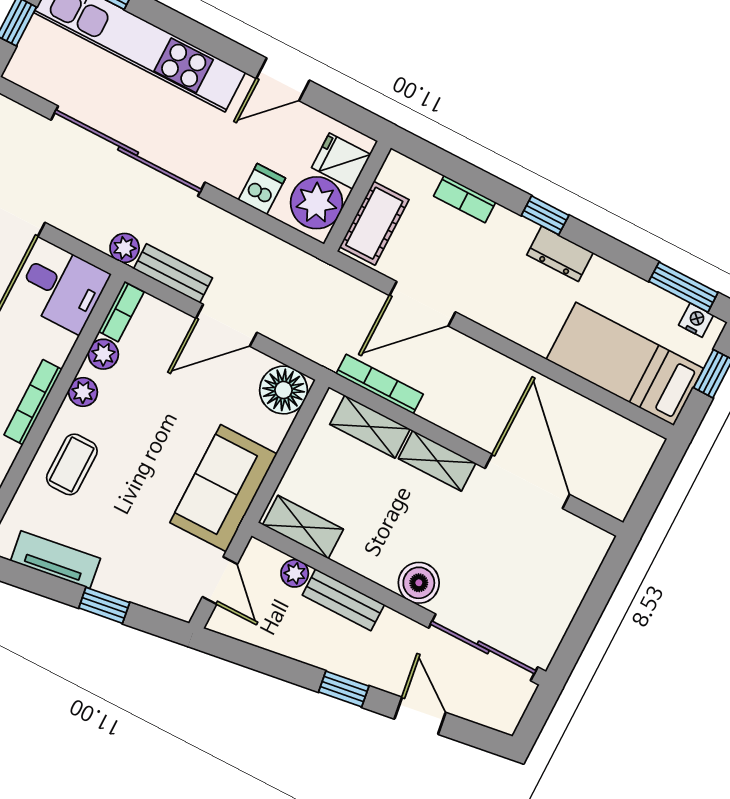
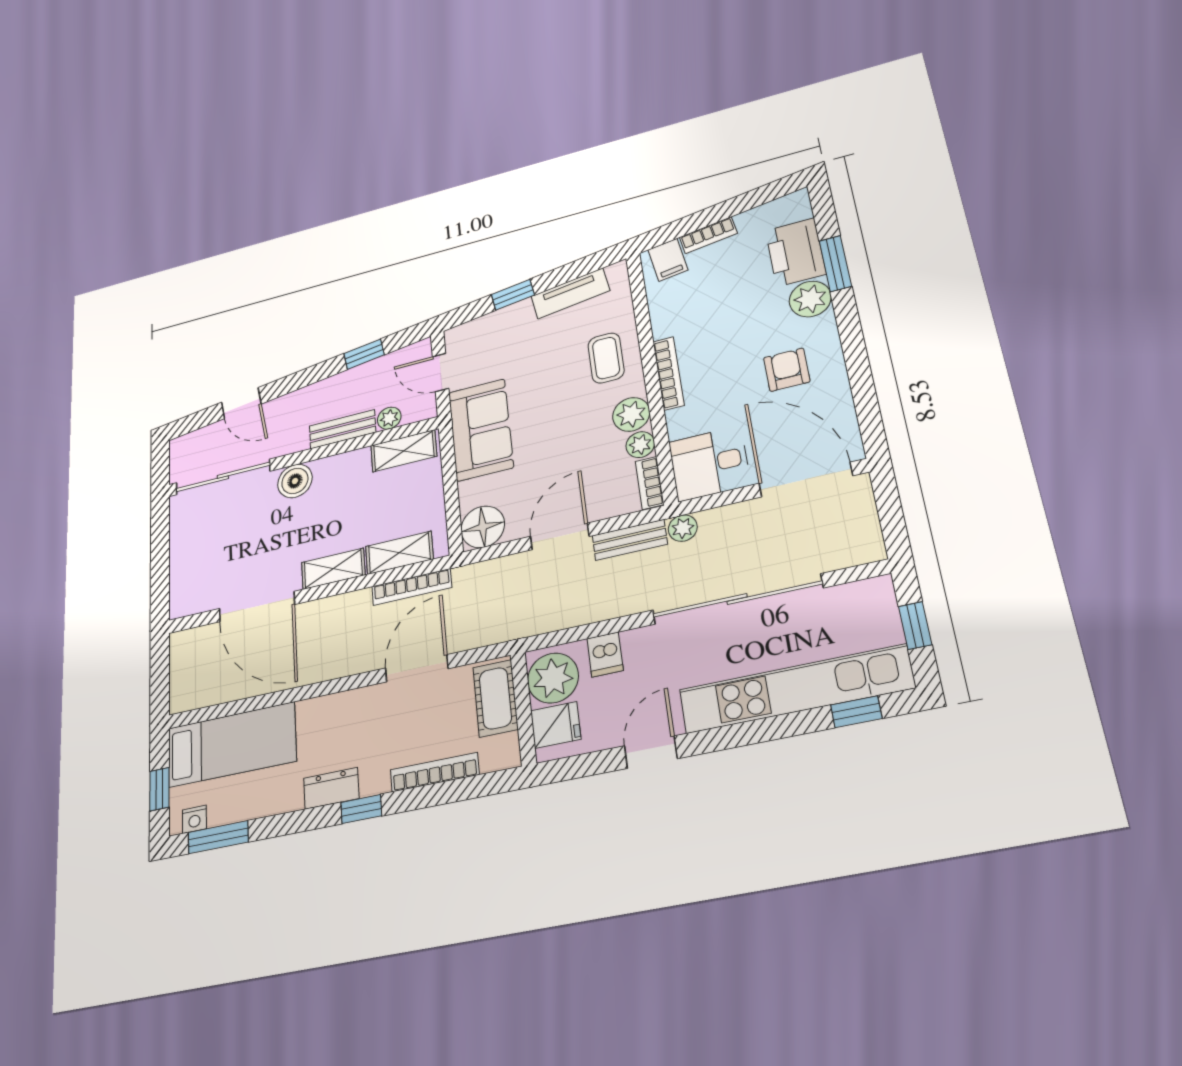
bookcase: (465, 199) -> (435, 772), width x1.56
plant: (83, 392) -> (631, 414), width x1.38, depth x1.38
window: (344, 689) -> (364, 354), moved

